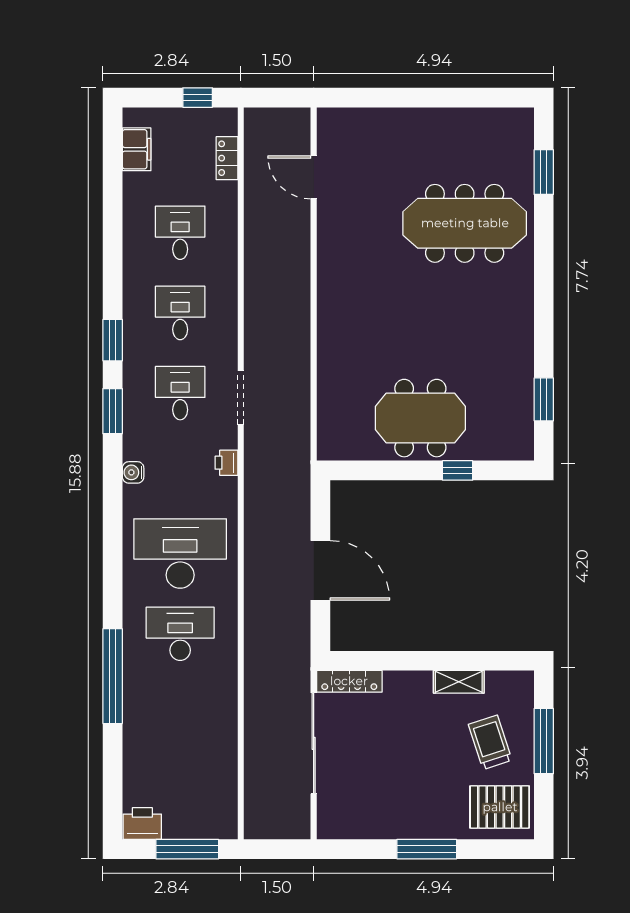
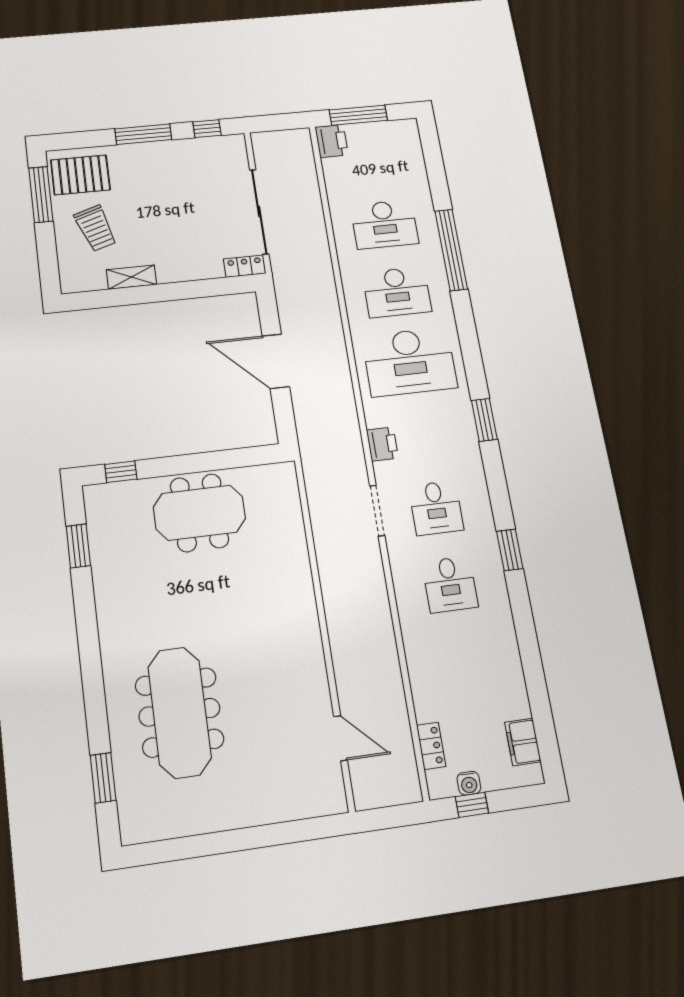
meeting table: (465, 223) -> (179, 712), turned 90
desk: (180, 233) -> (385, 224), moved, width x1.37
window: (113, 411) -> (484, 420), moved
printer: (226, 463) -> (382, 444), width x1.36, depth x1.24
window: (458, 470) -> (121, 472), moved
water cooler: (133, 472) -> (469, 783), moved, turned 90
locker: (349, 681) -> (245, 266), width x0.66
window: (544, 741) -> (41, 195), moved
printer: (142, 824) -> (332, 141), moved, turned -90
window: (357, 849) -> (207, 129), added

